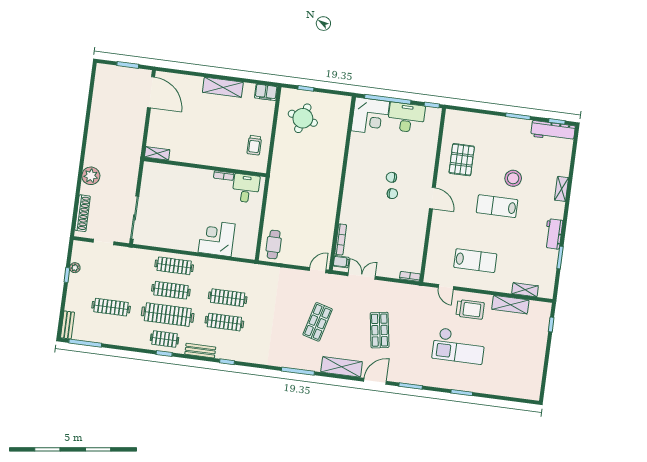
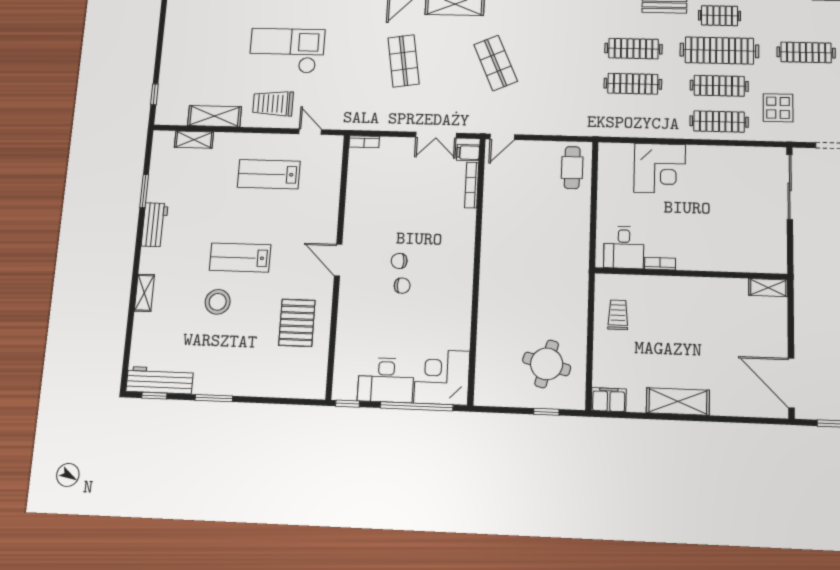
lab bench: (497, 206) -> (240, 258), turned 180
display table: (135, 271) -> (778, 108), added
shop shelf: (318, 322) -> (496, 63), turned -39

